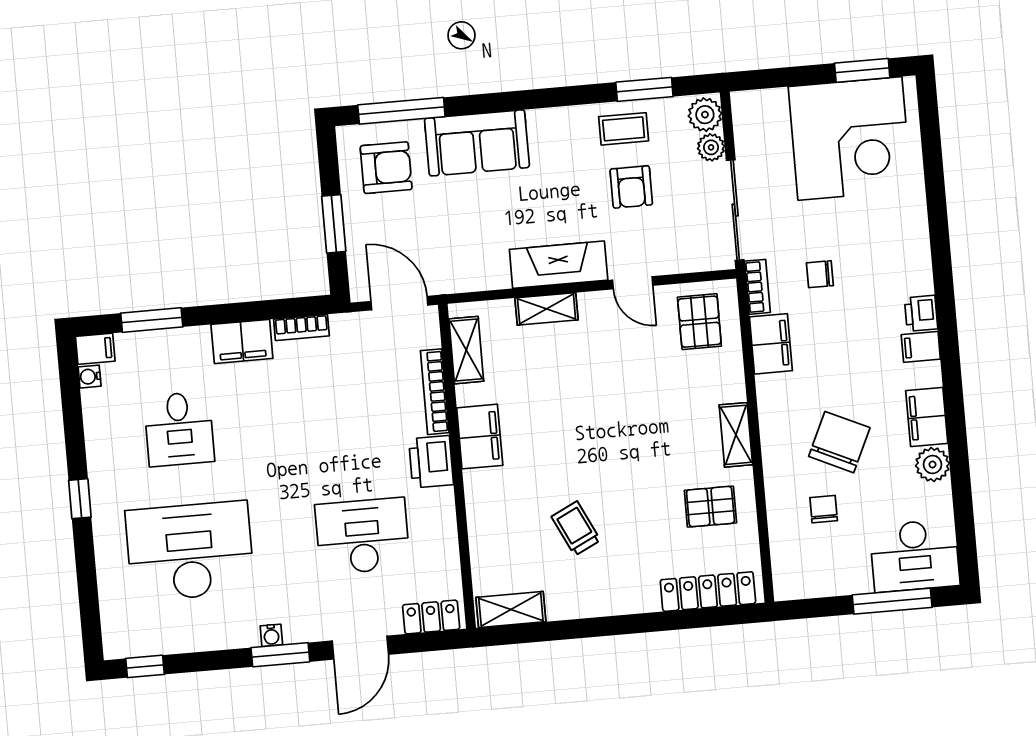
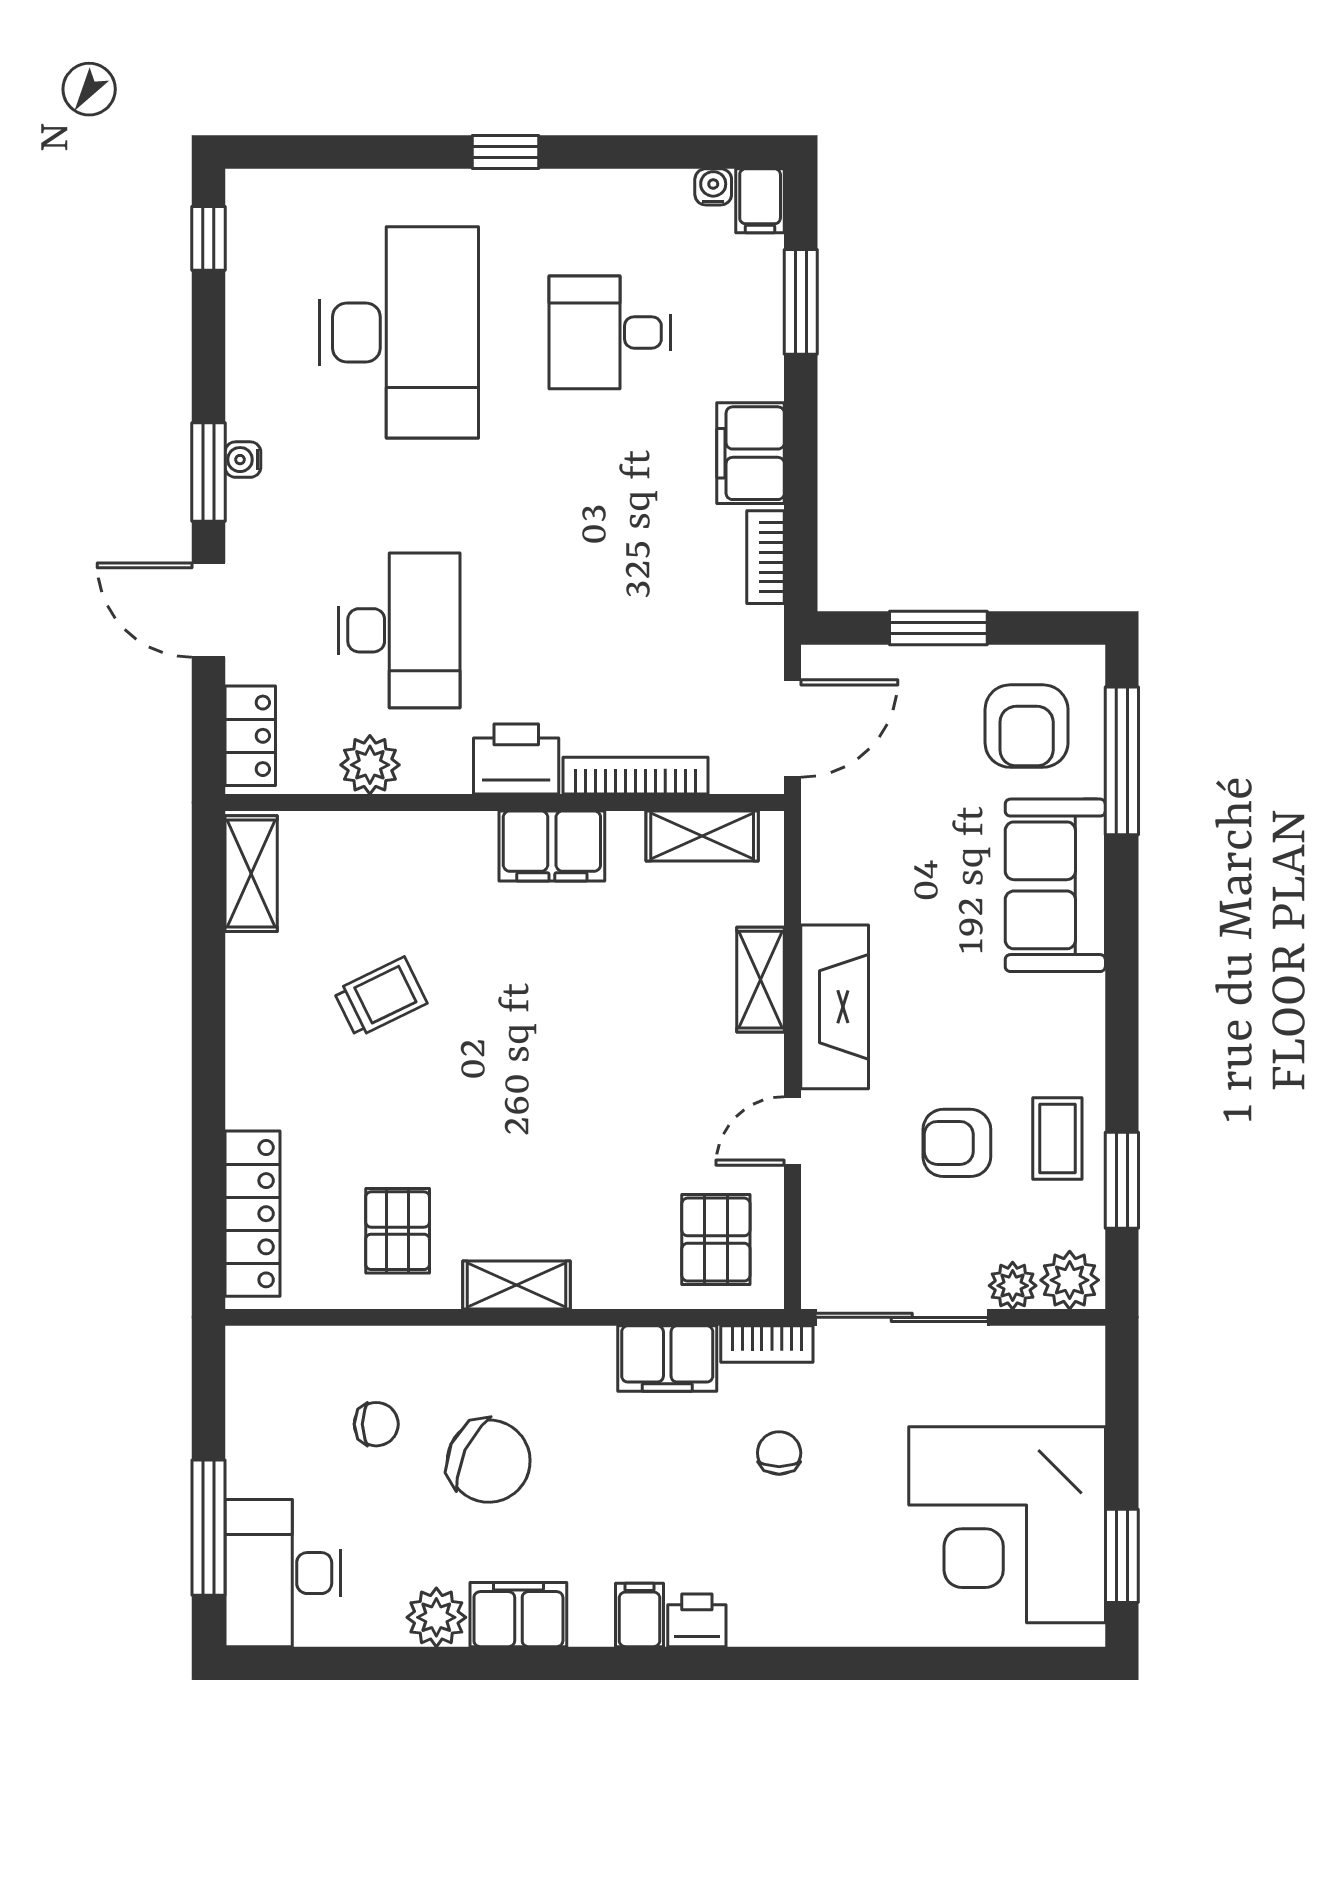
pallet: (699, 322) -> (716, 1240), turned 90
plant: (442, 546) -> (370, 765), added

